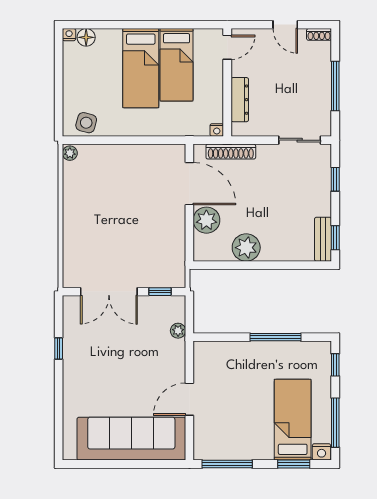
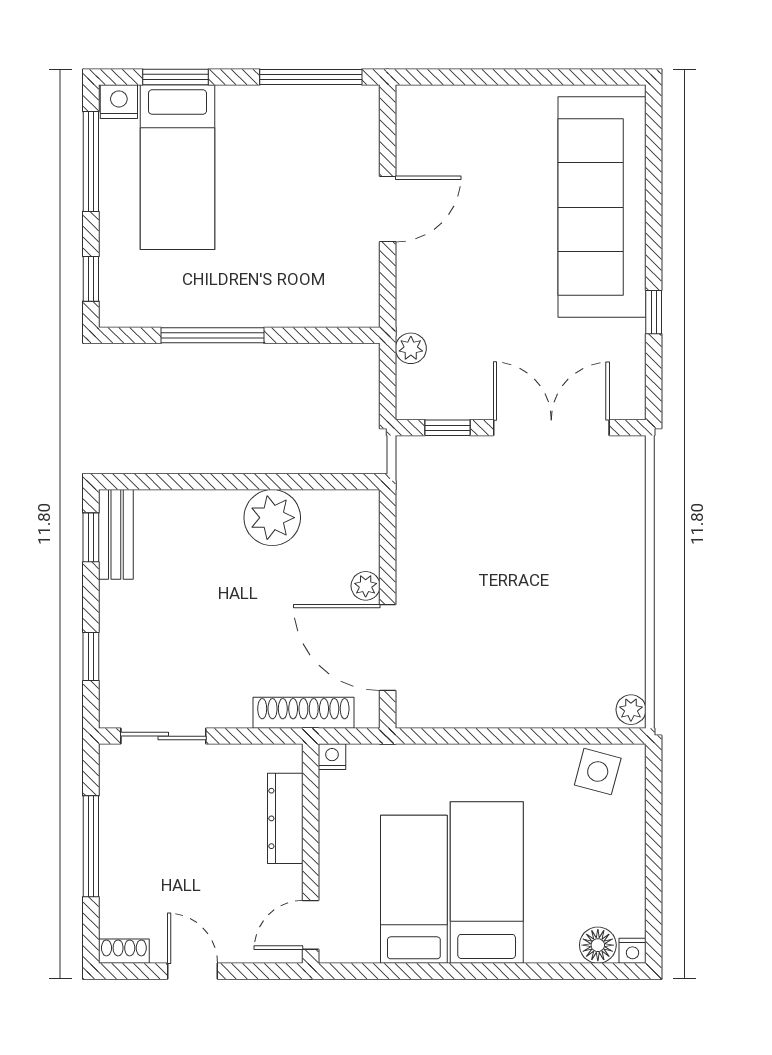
plant: (206, 220) -> (366, 586), width x0.53, depth x0.53
sofa: (131, 439) -> (602, 207), moved, turned 90

